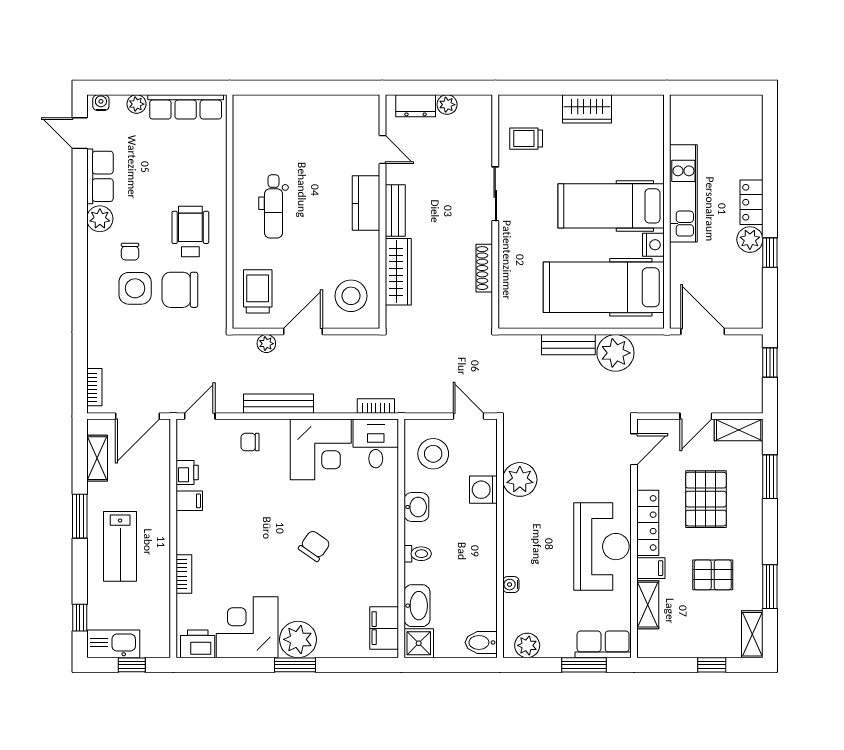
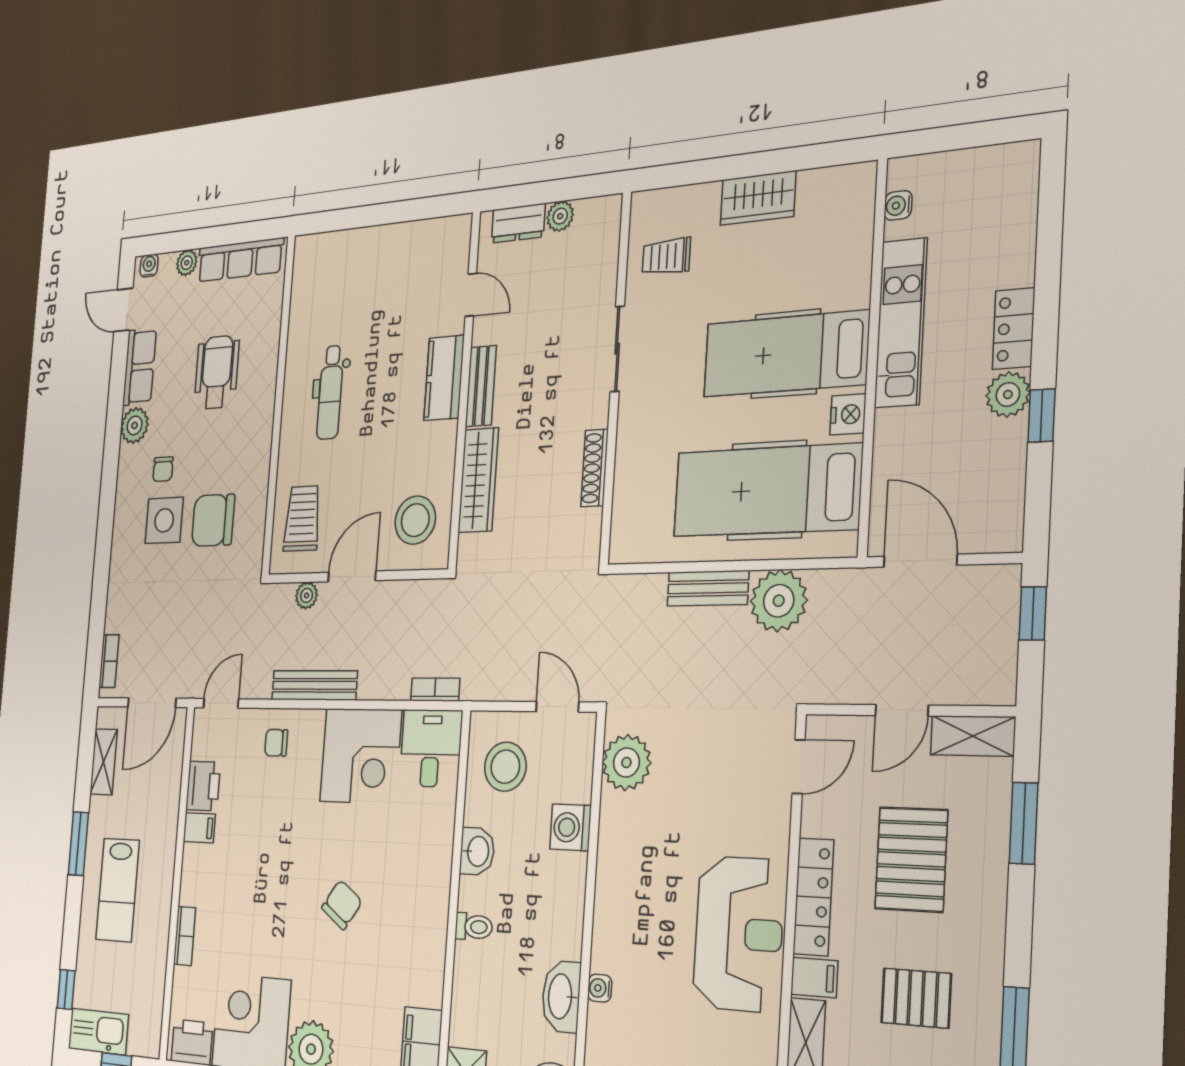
water cooler: (678, 124) -> (898, 205), added
wheelchair: (190, 231) -> (217, 372), moved
printer: (187, 473) -> (203, 786), width x1.36, depth x1.24
plant: (520, 479) -> (626, 762), moved
washbasin: (417, 606) -> (561, 996), moved, turned 180

